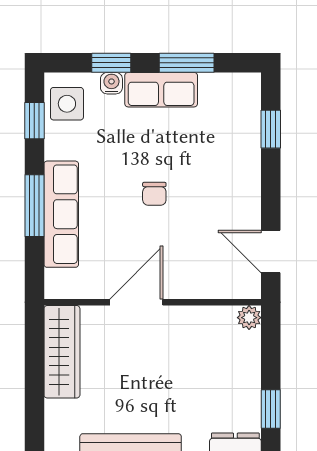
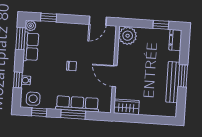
window: (187, 63) -> (21, 39), moved
plant: (248, 86) -> (31, 26), added
row of seats: (161, 90) -> (31, 47), moved
plant: (249, 318) -> (128, 36), width x1.87, depth x1.87
wardrobe: (62, 352) -> (126, 107), width x0.67

